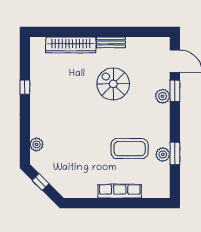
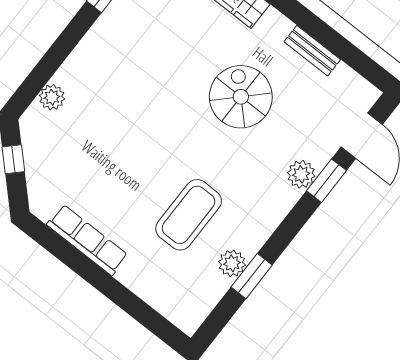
bench: (111, 42) -> (312, 51), moved
coffee table: (130, 149) -> (189, 215), turned 90
row of seats: (120, 191) -> (87, 240), moved

